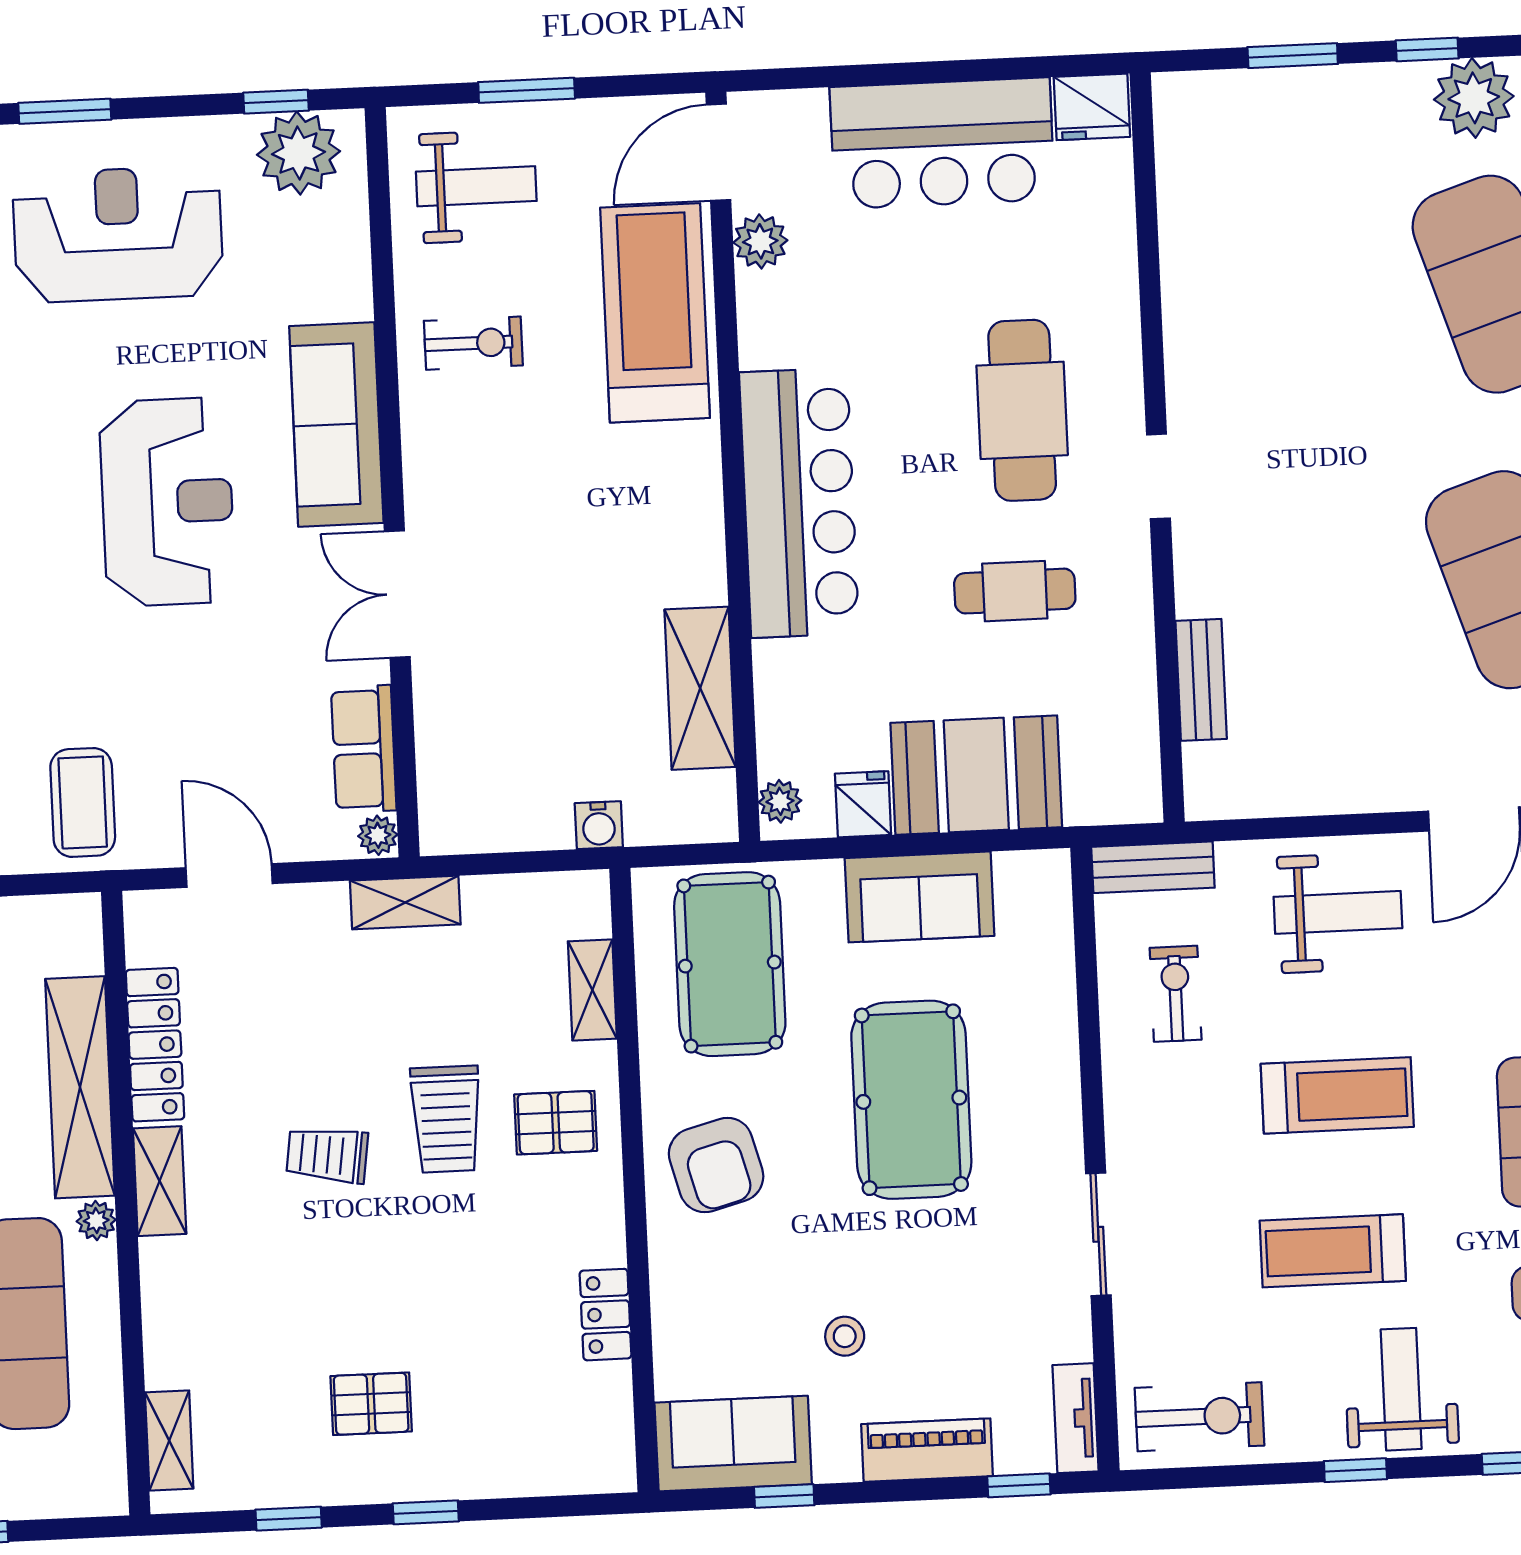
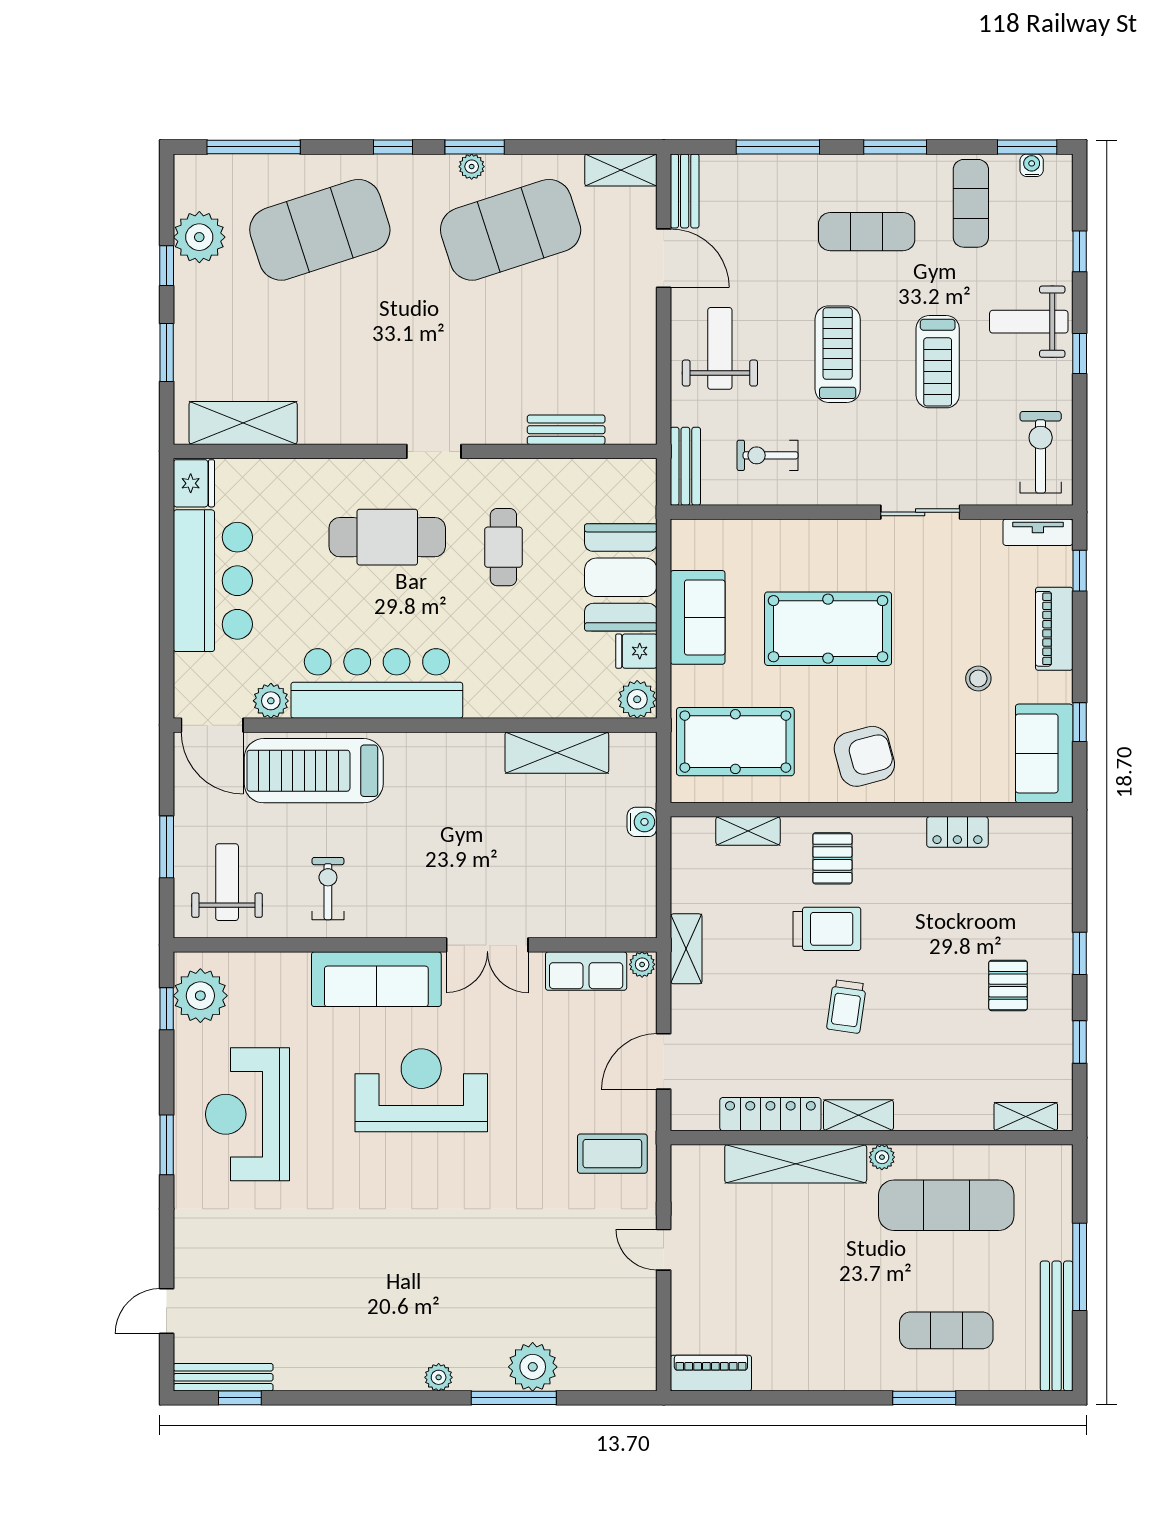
shelving: (1189, 179) -> (243, 423), added
bar counter: (799, 503) -> (377, 683), moved
plant: (780, 801) -> (637, 699), width x1.38, depth x1.38

